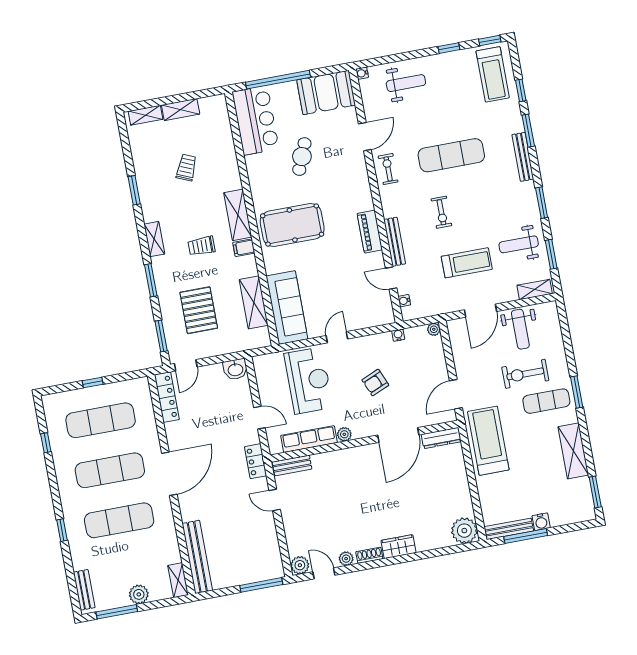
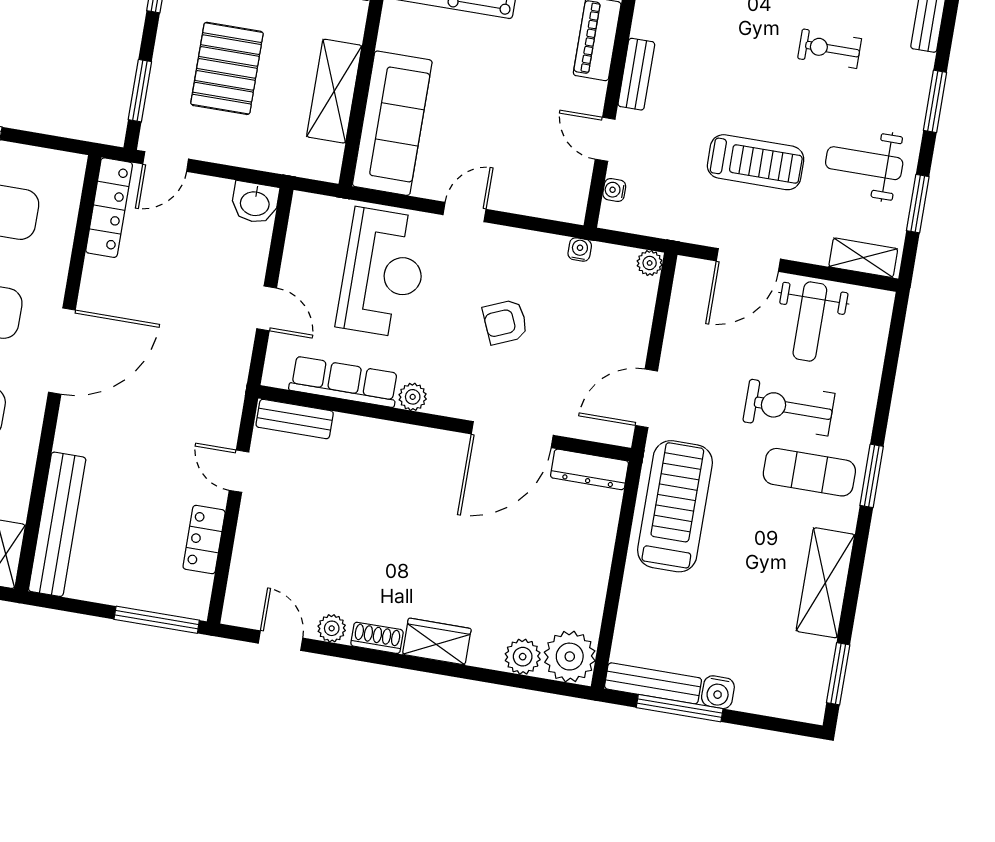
exercise bike: (441, 212) -> (830, 49), moved, turned 90
bench: (395, 242) -> (636, 74), width x0.73
locker: (256, 461) -> (204, 540), moved
plant: (300, 565) -> (523, 657), moved

